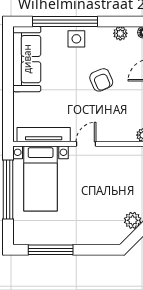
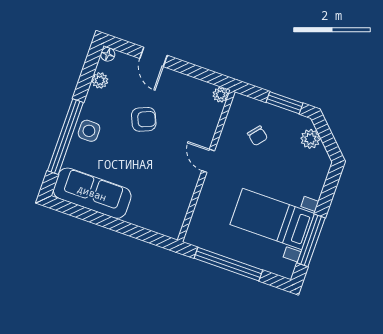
tv unit: (44, 135) -> (182, 204), removed
chair: (120, 177) -> (257, 136), added
bed with nightstands: (41, 178) -> (272, 219), moved, turned 180

